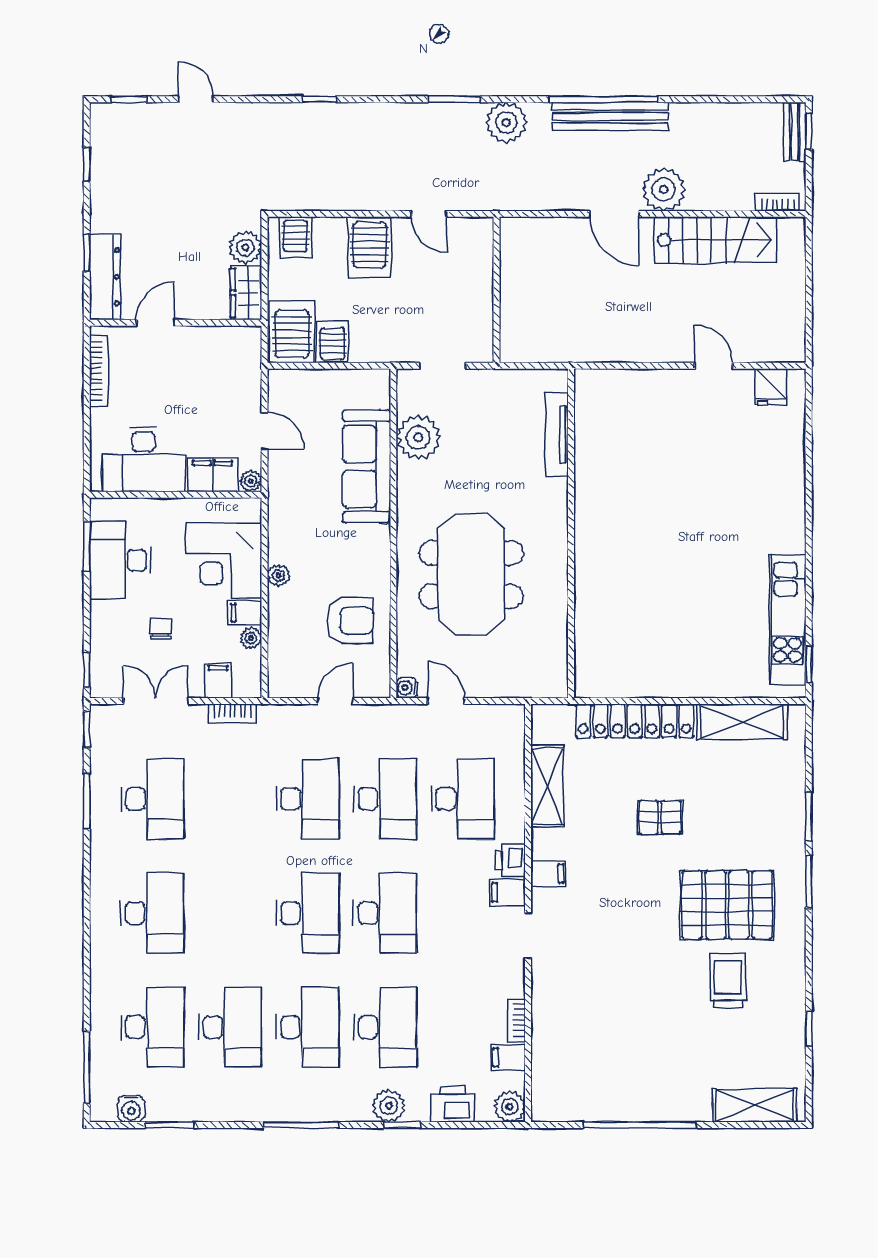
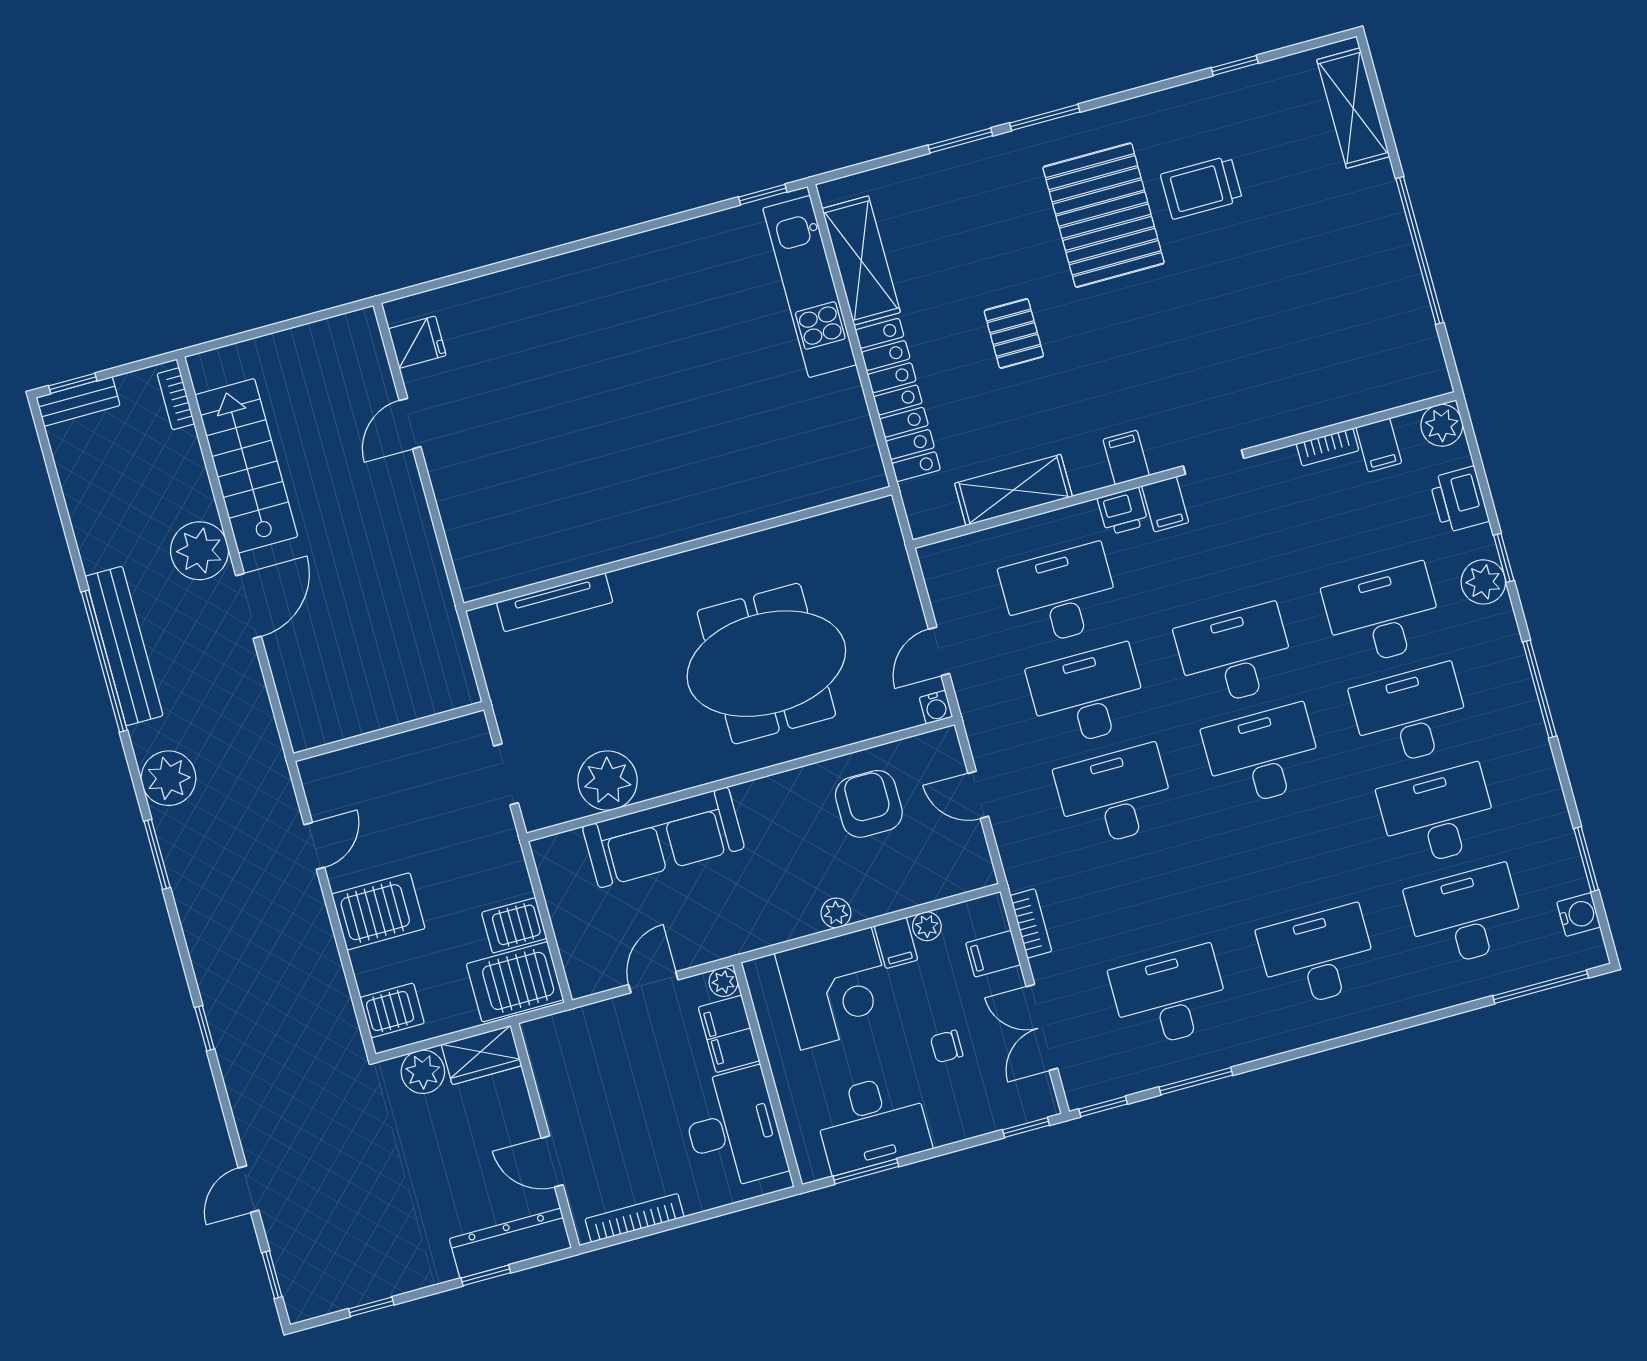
kitchen unit: (788, 620) -> (810, 287), moved, turned 90

